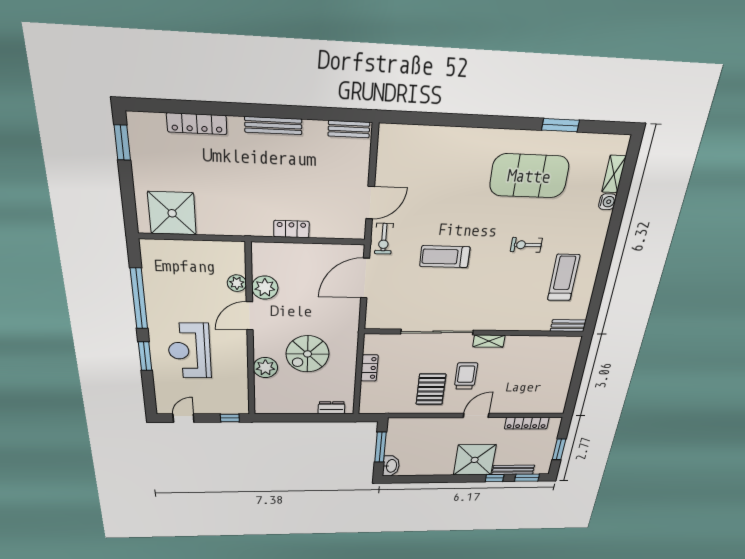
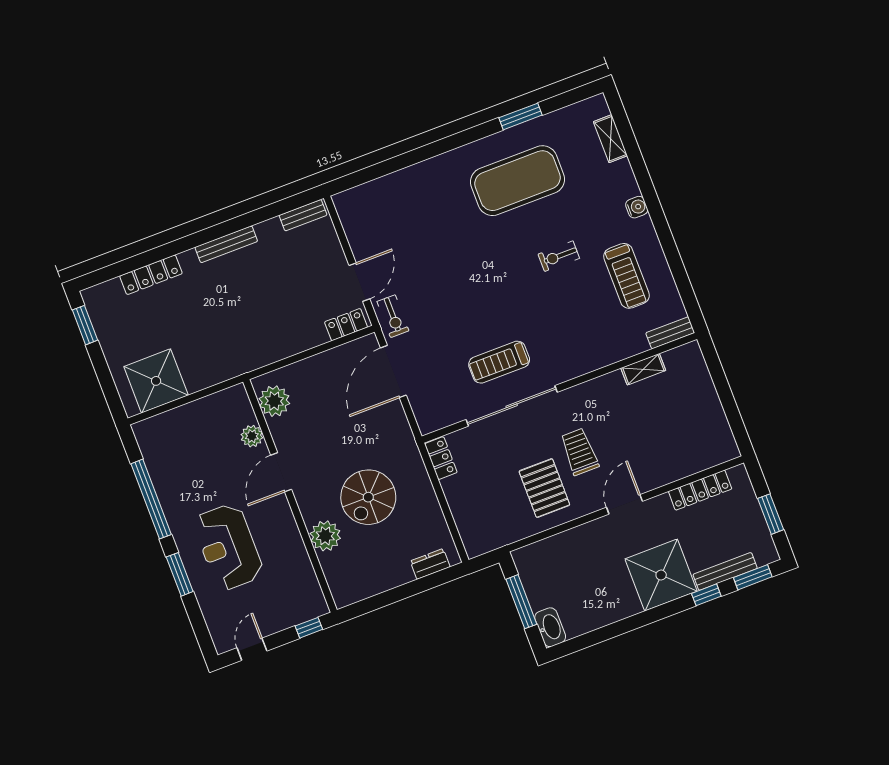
water cooler: (607, 202) -> (637, 207), moved
locker: (291, 229) -> (346, 325), moved
treadmill: (445, 257) -> (499, 362), moved
treadmill: (564, 278) -> (627, 276), turned 180
plant: (265, 288) -> (274, 401), moved
shelving: (489, 341) -> (643, 369), moved
locker: (369, 368) -> (441, 458), moved

